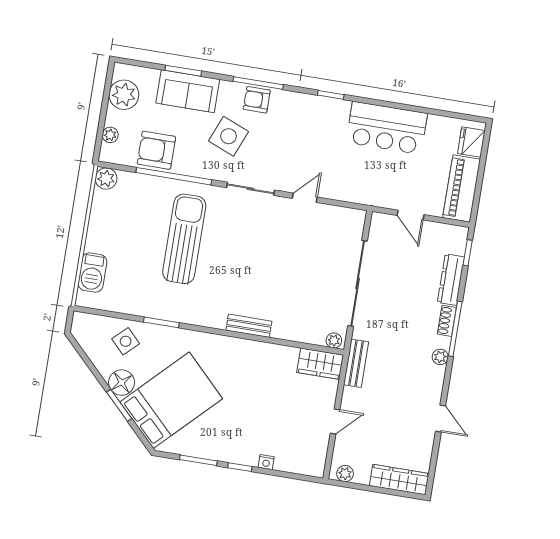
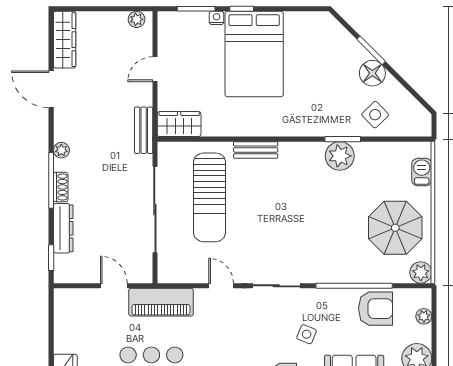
side table: (229, 136) -> (307, 334), width x0.54, depth x0.54
piano: (462, 188) -> (161, 302), moved, turned 90
door: (305, 198) -> (221, 286), swing flipped
parasol: (124, 227) -> (395, 228), added
sun lounger: (184, 239) -> (210, 197), moved
barbecue: (92, 273) -> (422, 172), width x0.73, depth x0.79
plant: (334, 340) -> (340, 156), moved, width x1.88, depth x1.88
bed: (171, 400) -> (254, 54), moved, turned -45
door: (441, 418) -> (51, 89), width x1.38
window: (198, 460) -> (196, 9), moved
wardrobe: (399, 480) -> (65, 40), moved, turned -90

